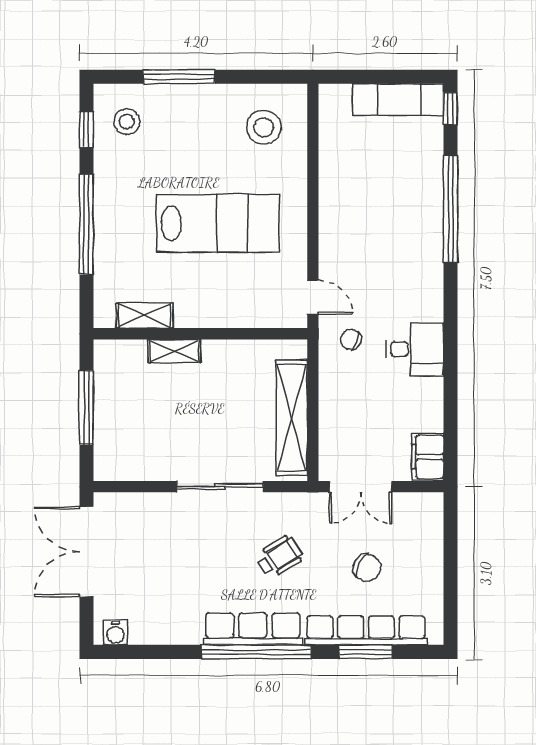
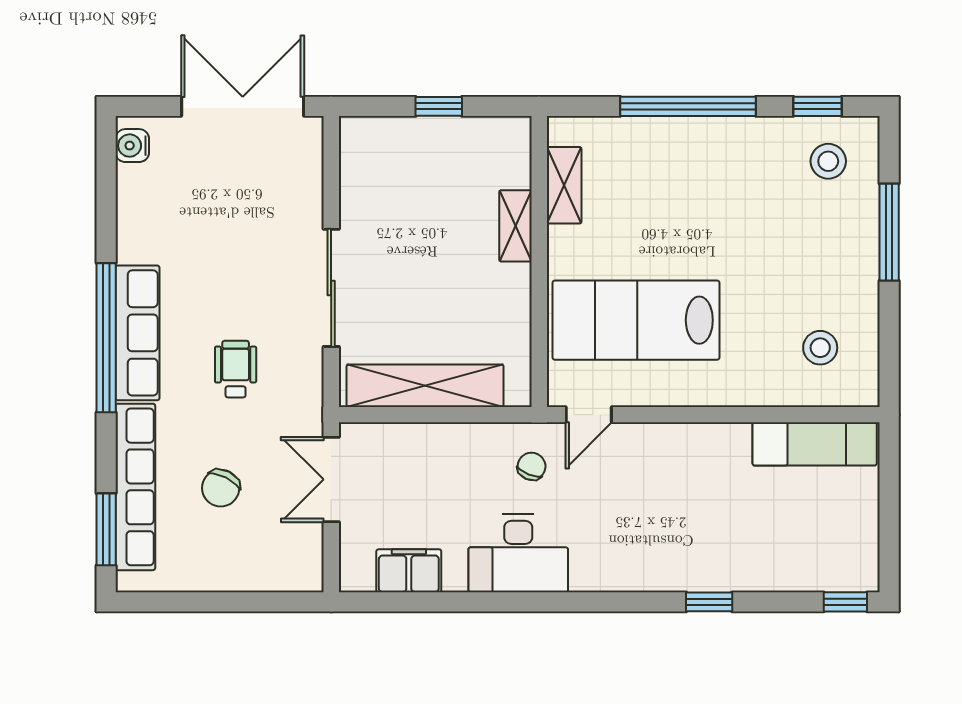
exam couch: (398, 100) -> (815, 444), moved, turned -90
stool: (264, 127) -> (820, 348), width x0.73, depth x0.73
window: (450, 209) -> (709, 602), width x0.32
lab bench: (218, 223) -> (636, 320), moved, turned 90
desk: (415, 349) -> (518, 553), width x1.37
window: (86, 408) -> (439, 106), width x0.46
filing cabinet: (428, 457) -> (409, 571), moved
wheelchair: (279, 557) -> (236, 369), turned -148
window: (366, 652) -> (106, 529), moved

